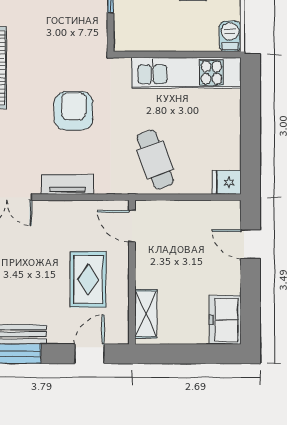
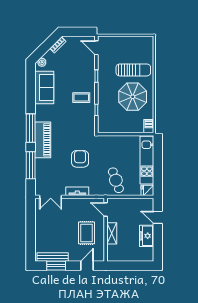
kitchen unit: (186, 73) -> (147, 160), moved, turned 90
shelving: (146, 314) -> (112, 233), moved
freezer: (225, 320) -> (147, 236), moved

